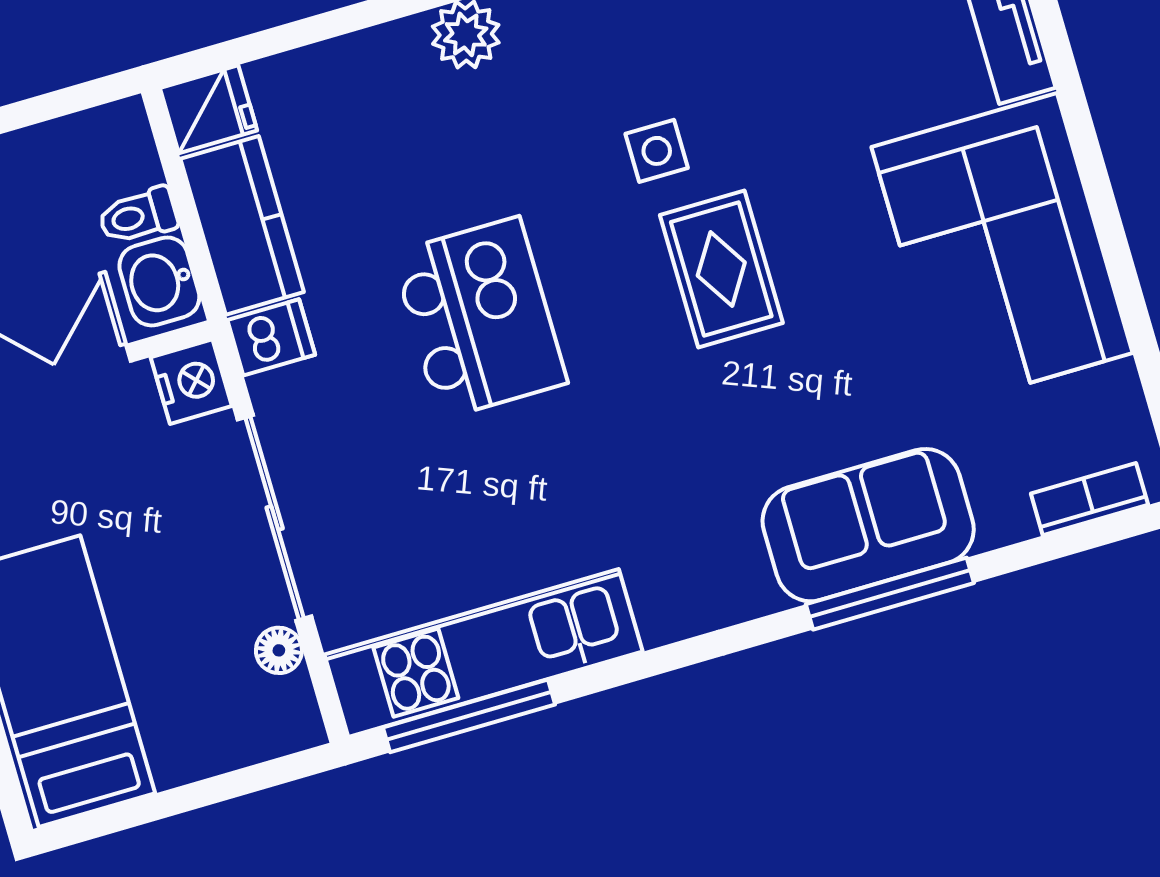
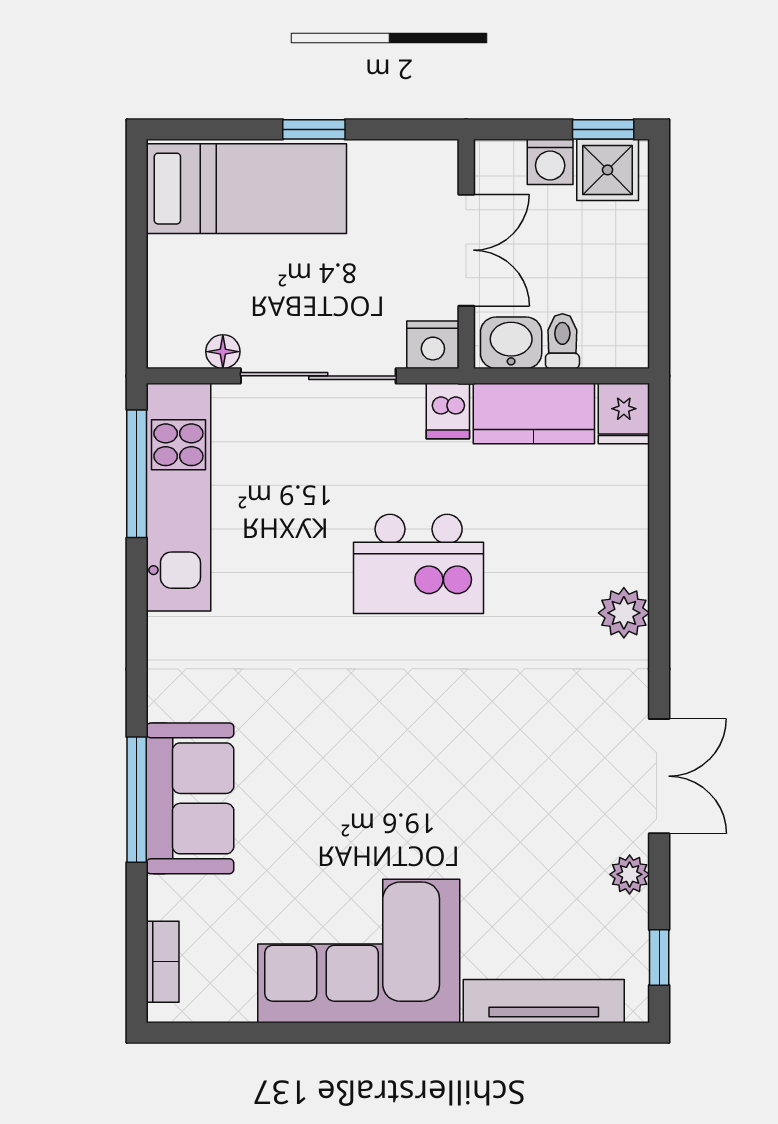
side table: (657, 151) -> (501, 725), removed
rug: (721, 269) -> (403, 747), removed

